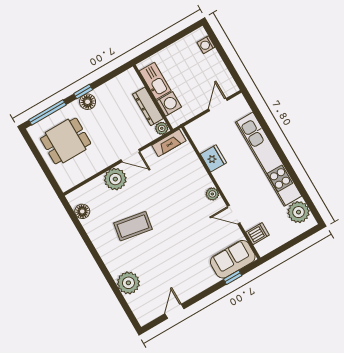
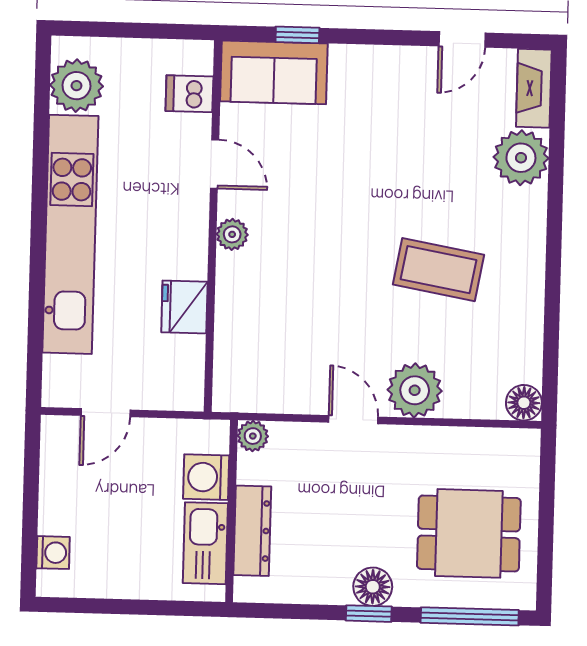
dresser: (148, 106) -> (252, 531), moved
fireplace: (169, 143) -> (534, 88), moved, turned -90
floor lamp: (82, 211) -> (524, 403), moved

